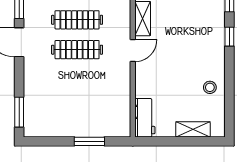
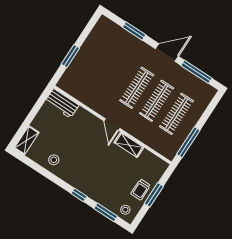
window: (19, 112) -> (134, 31), moved
shelving: (193, 129) -> (27, 140), moved

